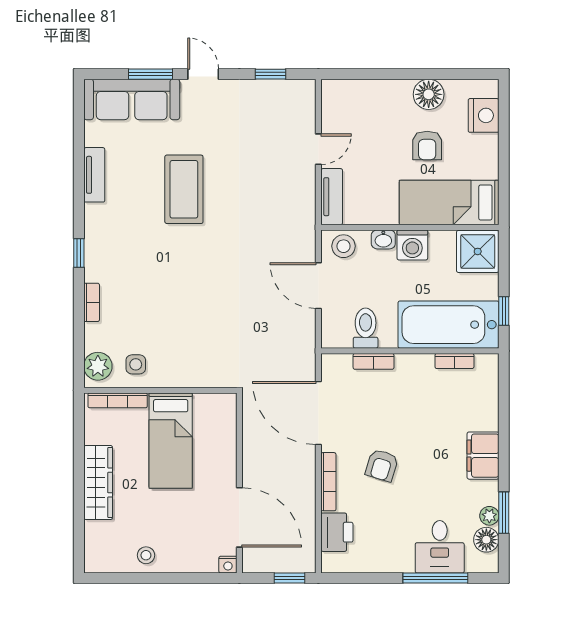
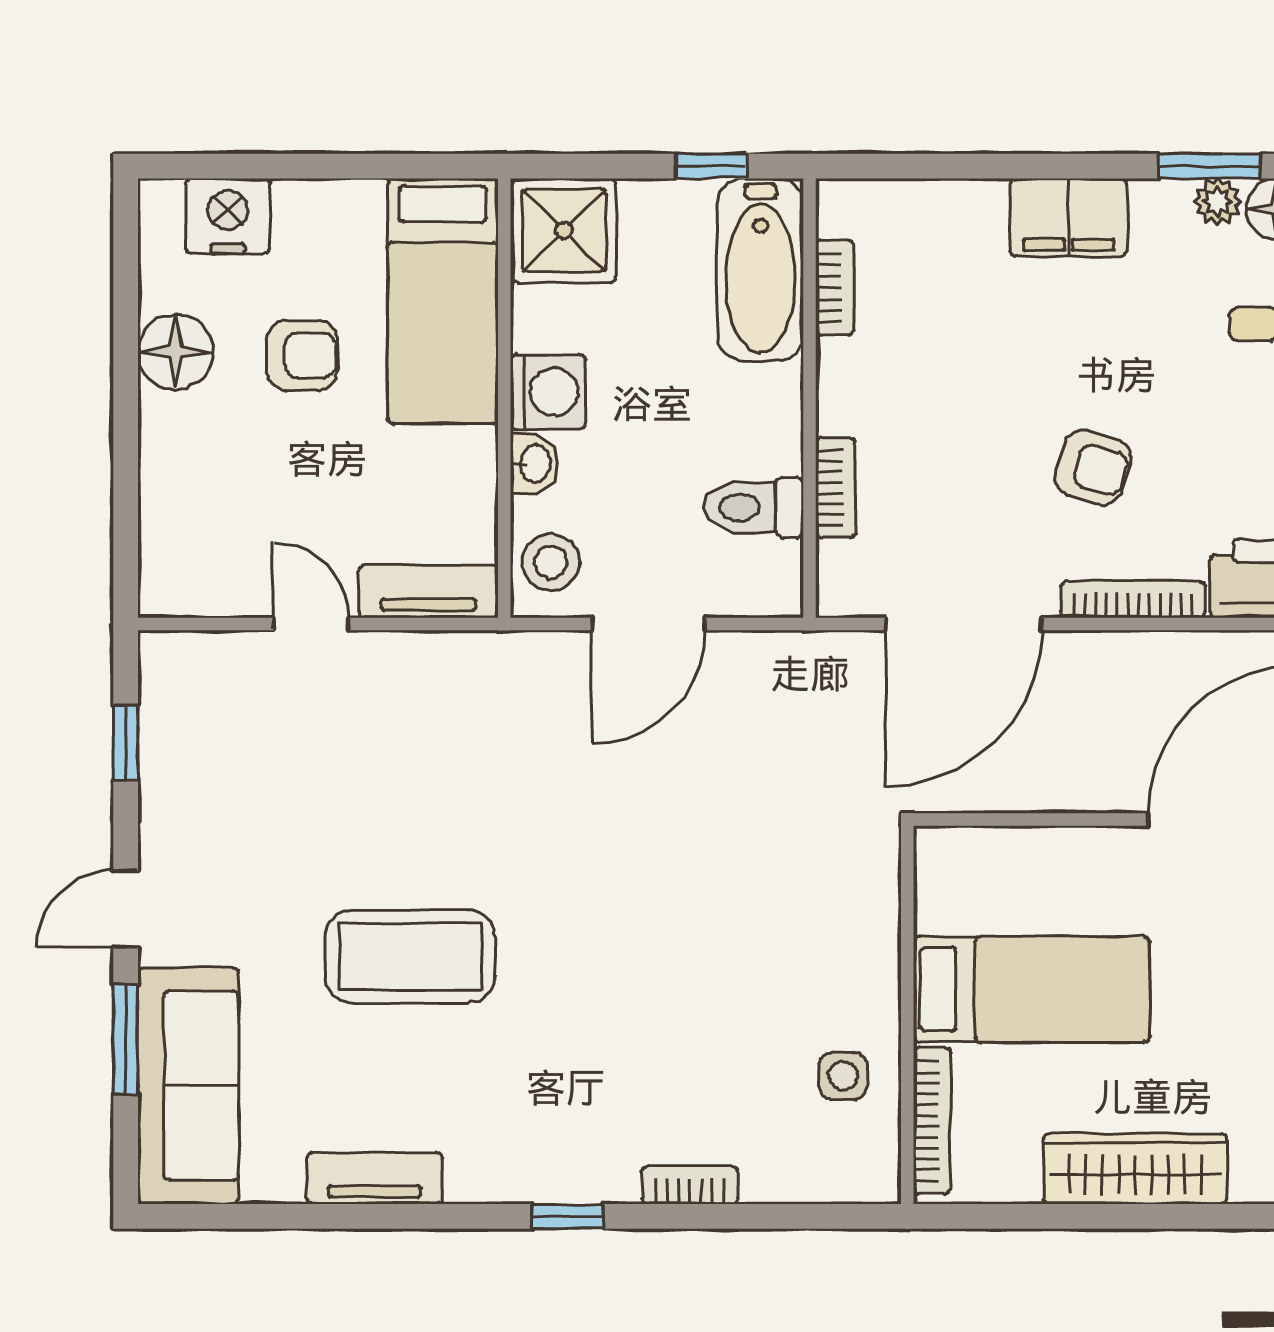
bathtub: (448, 325) -> (760, 269), width x0.73, depth x0.73
plant: (98, 366) -> (848, 1169), removed

